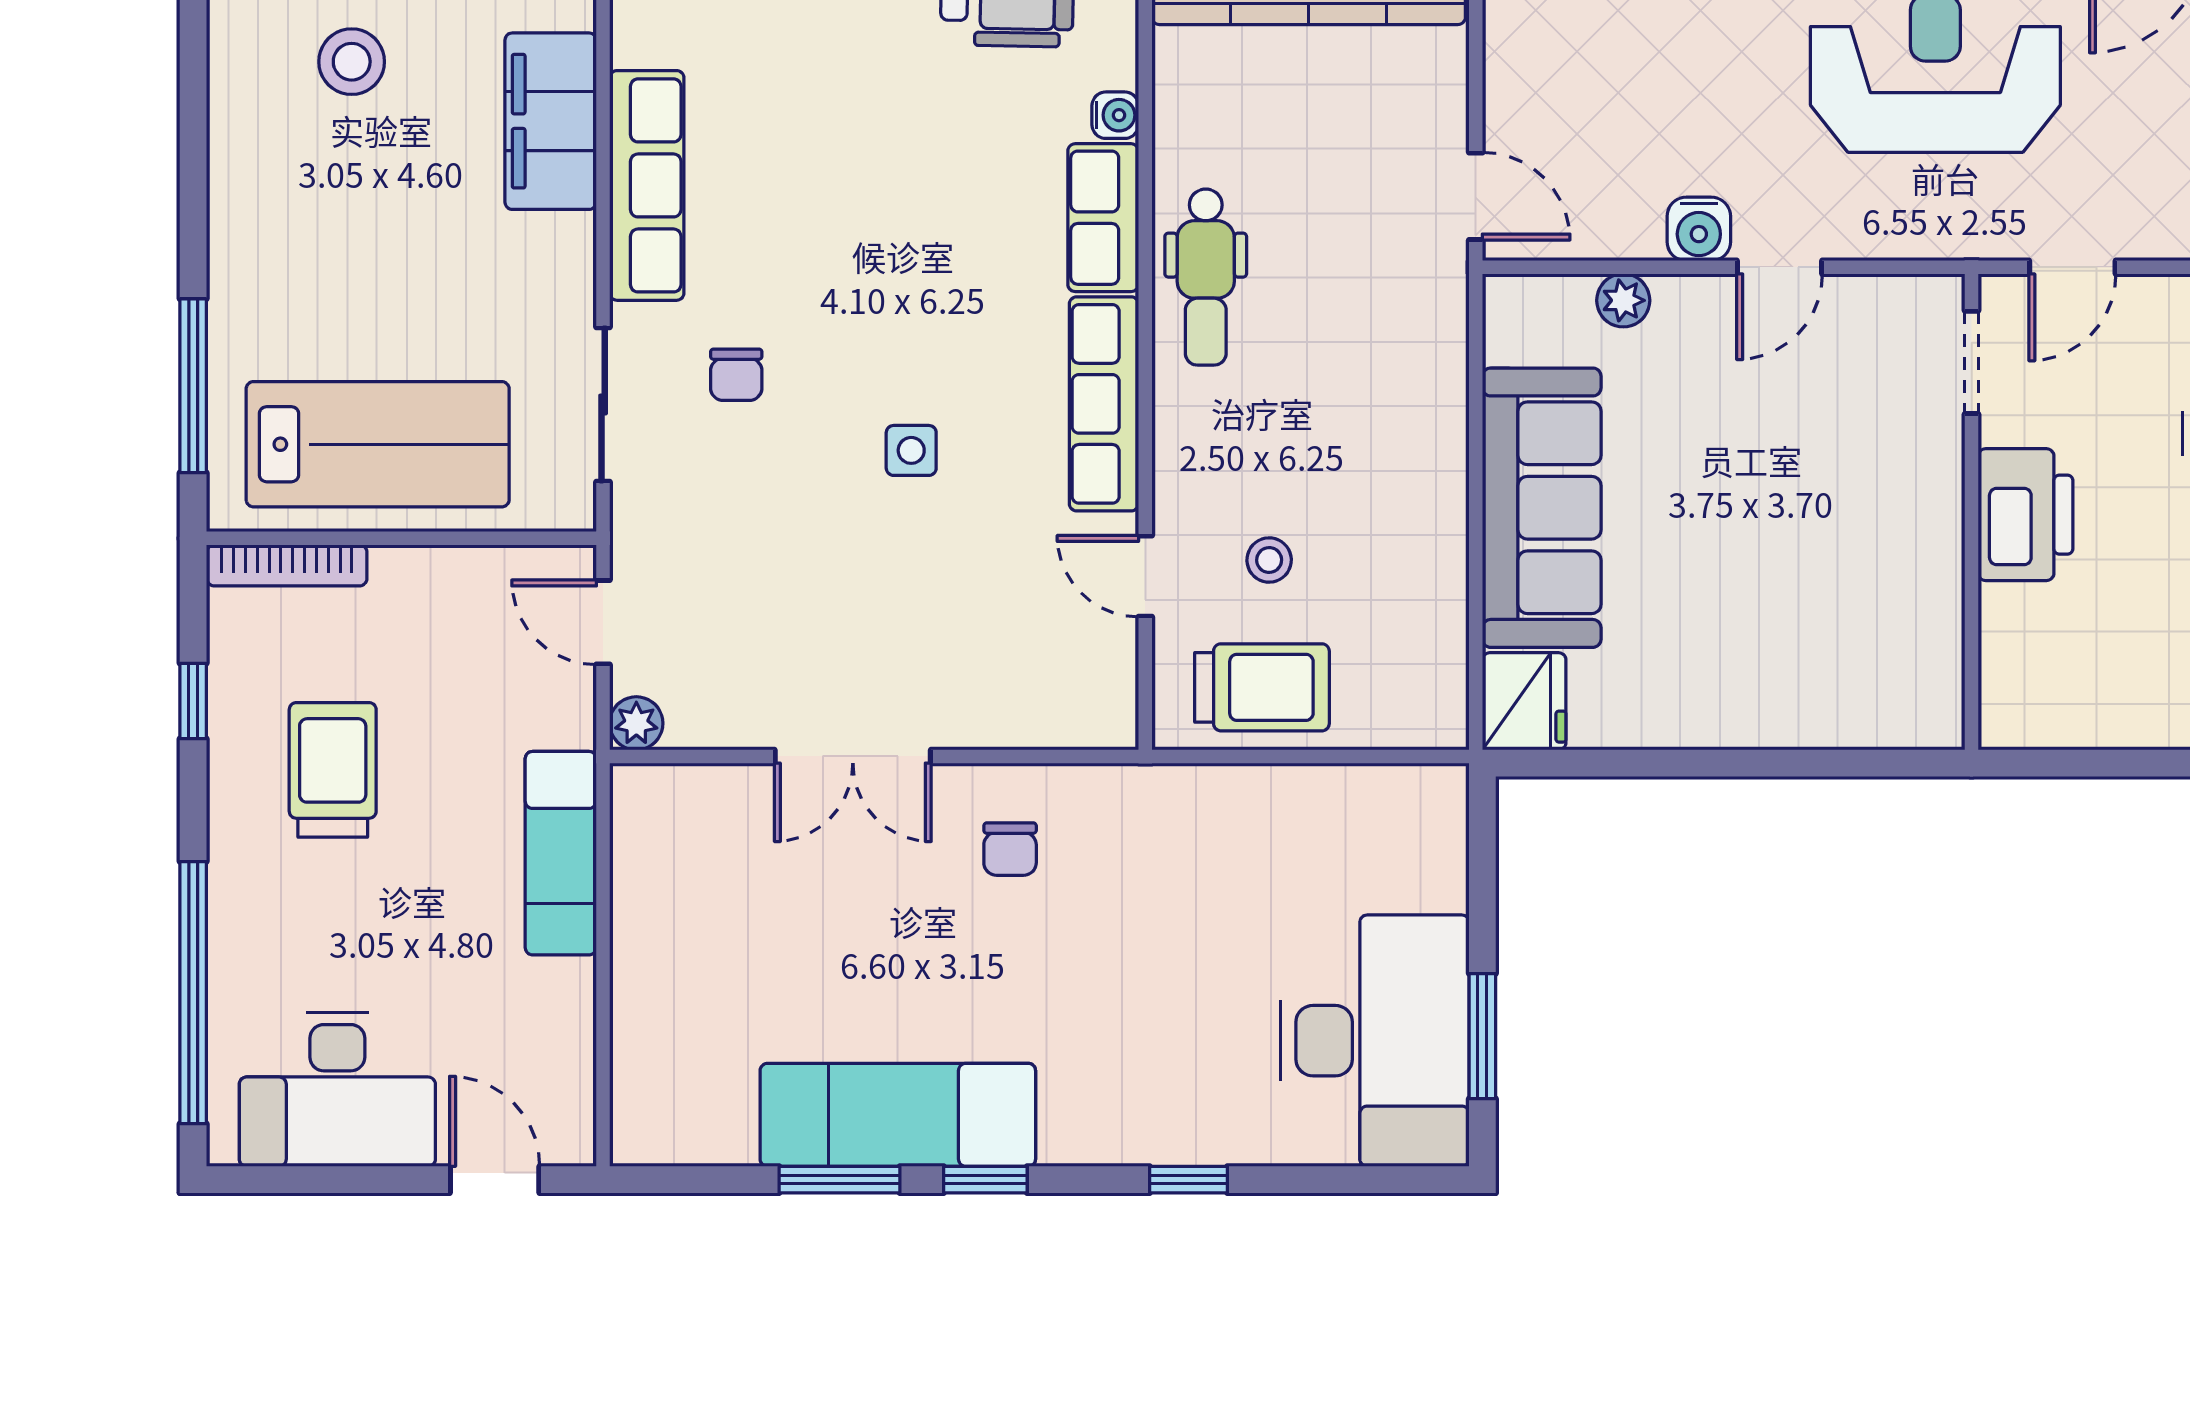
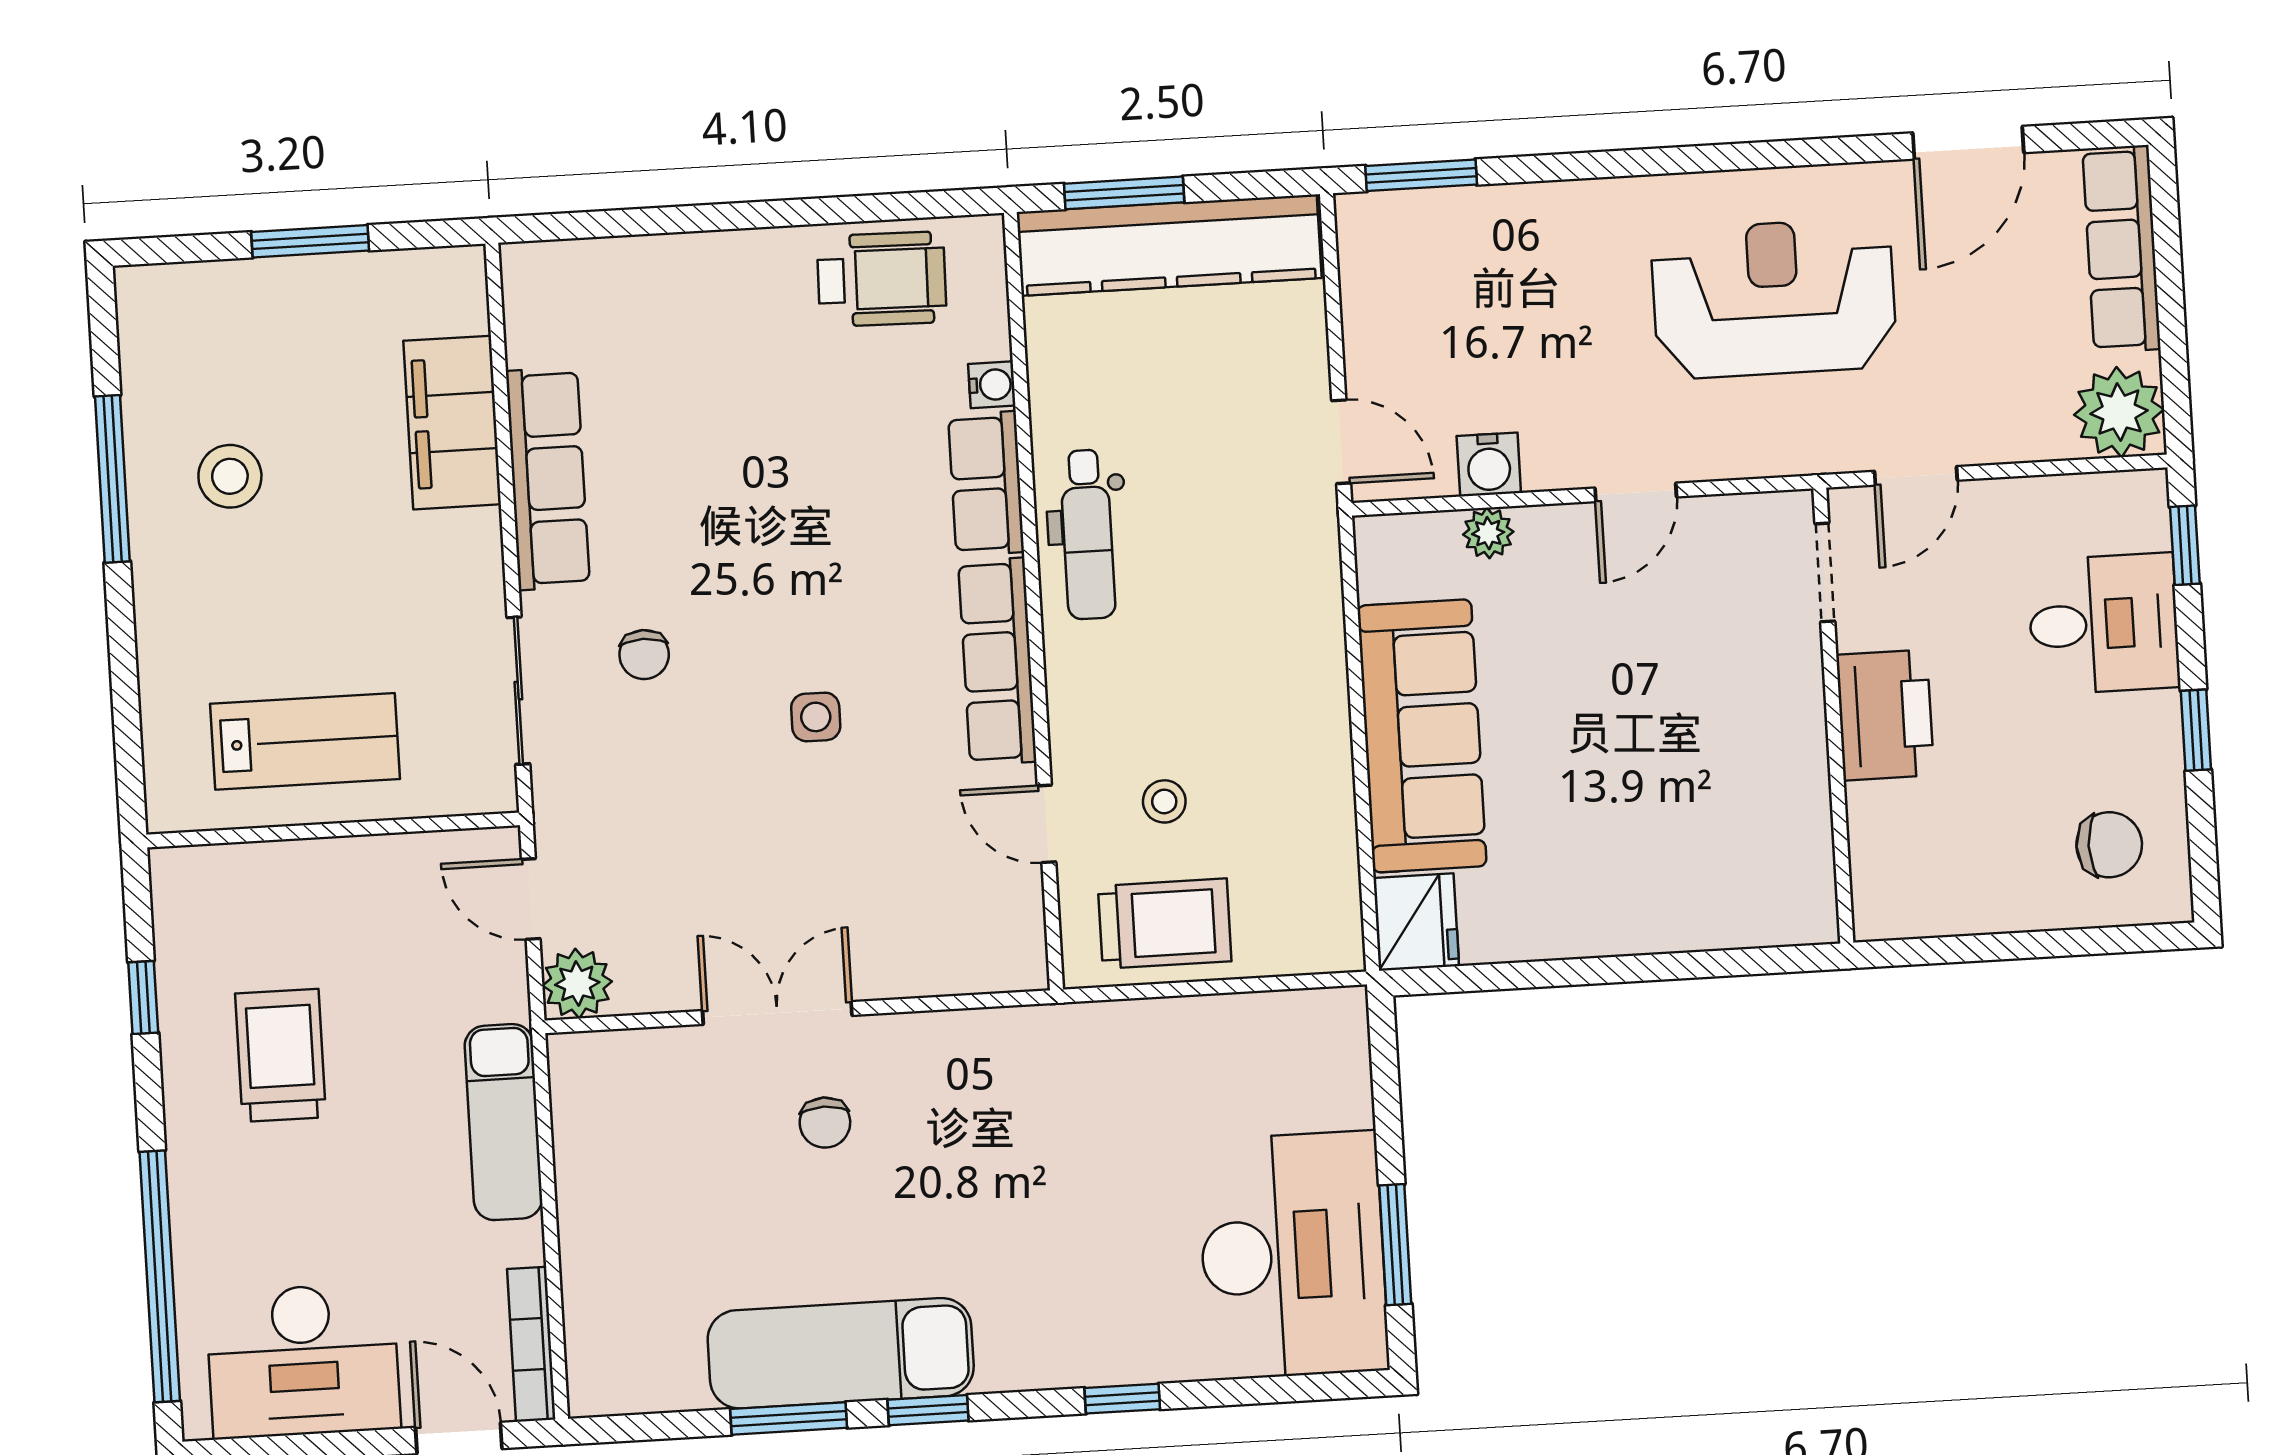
stool: (352, 62) -> (230, 476), moved
water cooler: (1699, 229) -> (1489, 464), moved
window: (193, 386) -> (112, 479), moved
lab bench: (378, 444) -> (305, 741), width x0.73, depth x0.72
bookcase: (287, 565) -> (531, 1344), moved, turned 90
plant: (636, 723) -> (577, 983), width x1.38, depth x1.38
double door: (853, 756) -> (777, 1013), swing flipped
chair: (1010, 849) -> (825, 1123), moved

